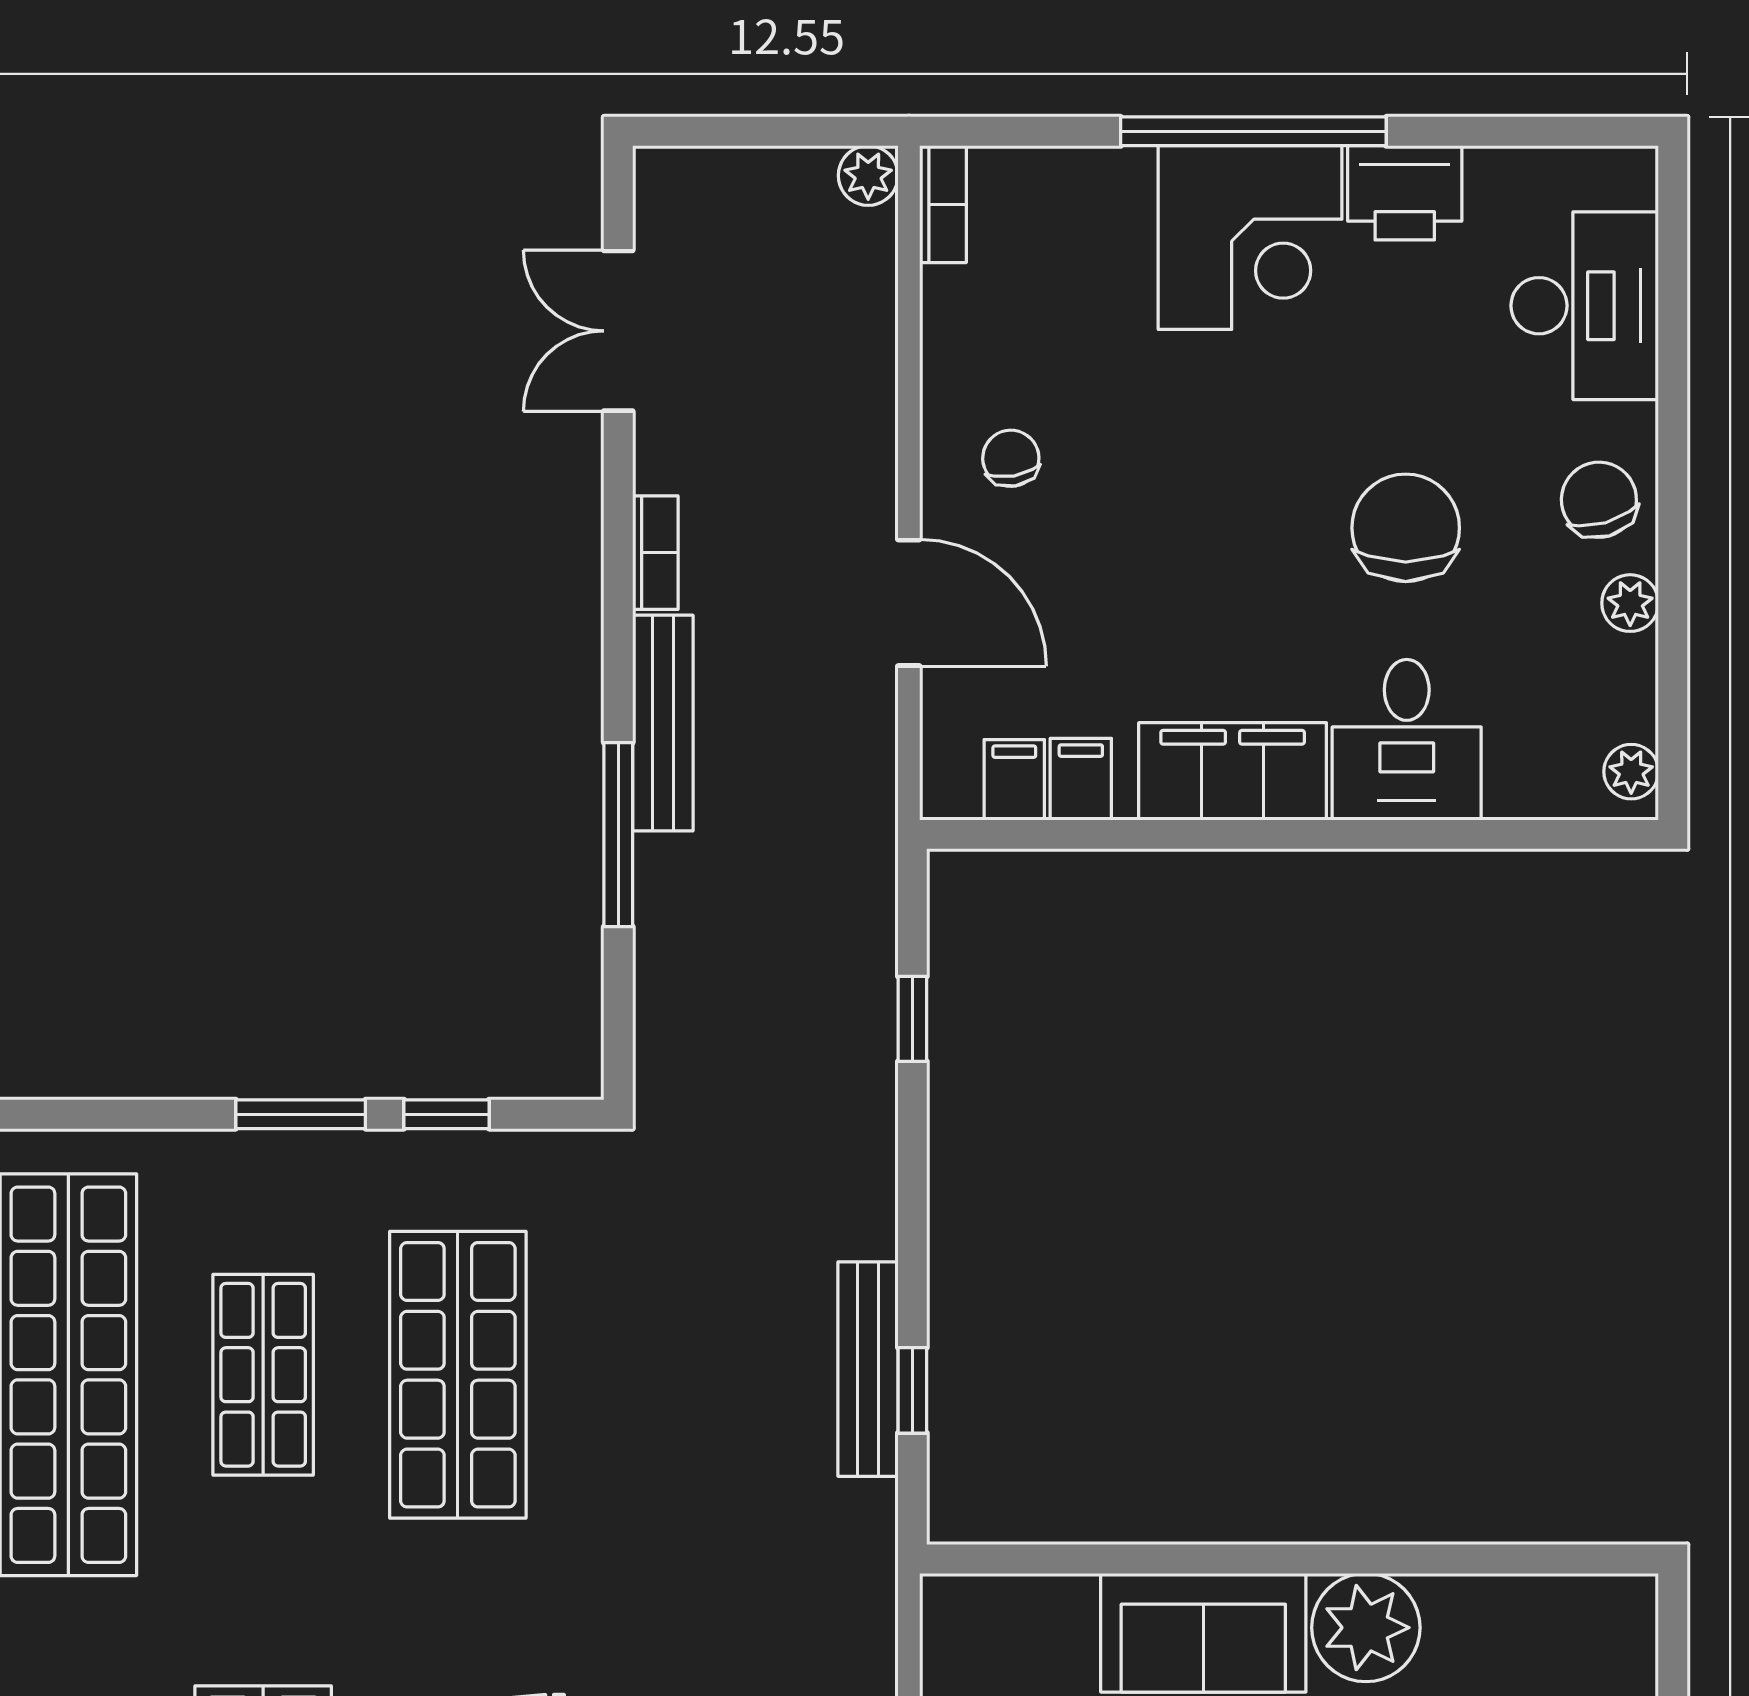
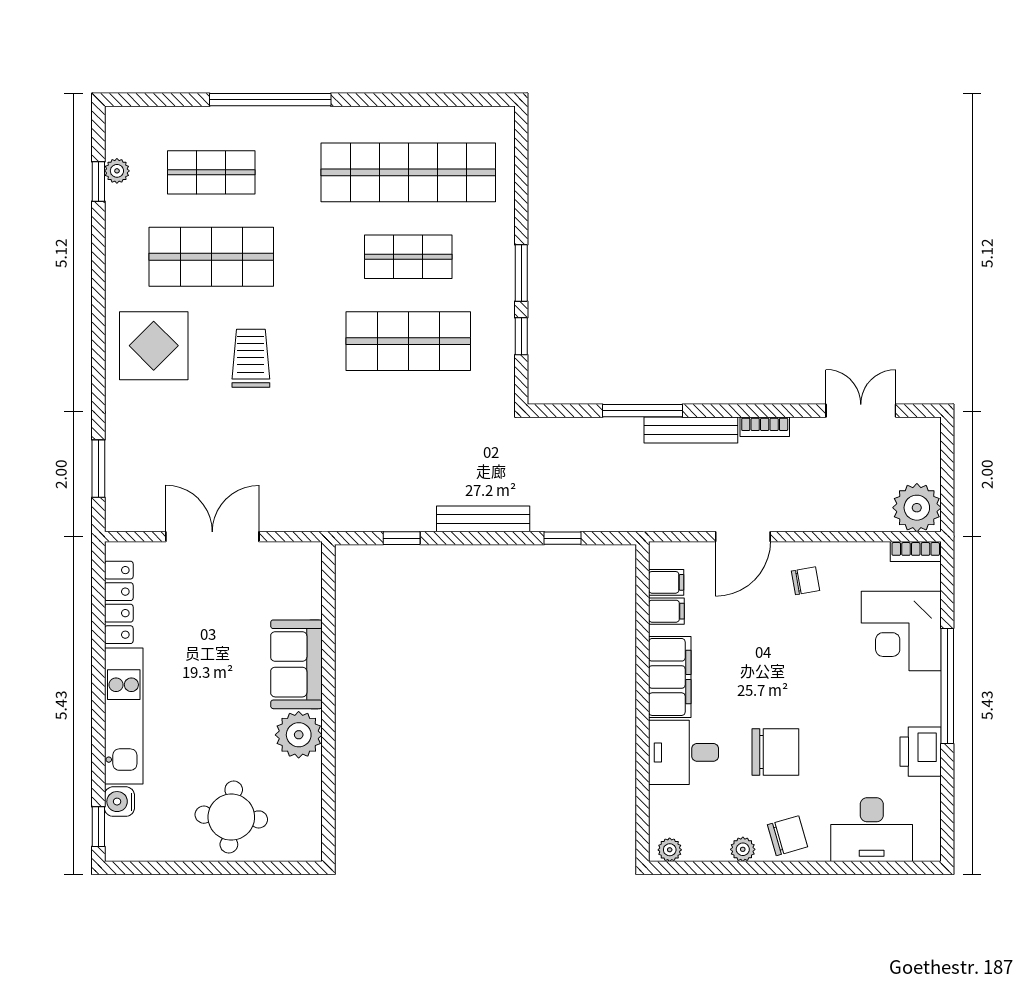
plant: (868, 176) -> (917, 508), width x1.87, depth x1.87
corner desk: (1250, 238) -> (901, 631), moved
bench: (868, 1369) -> (483, 519), moved

